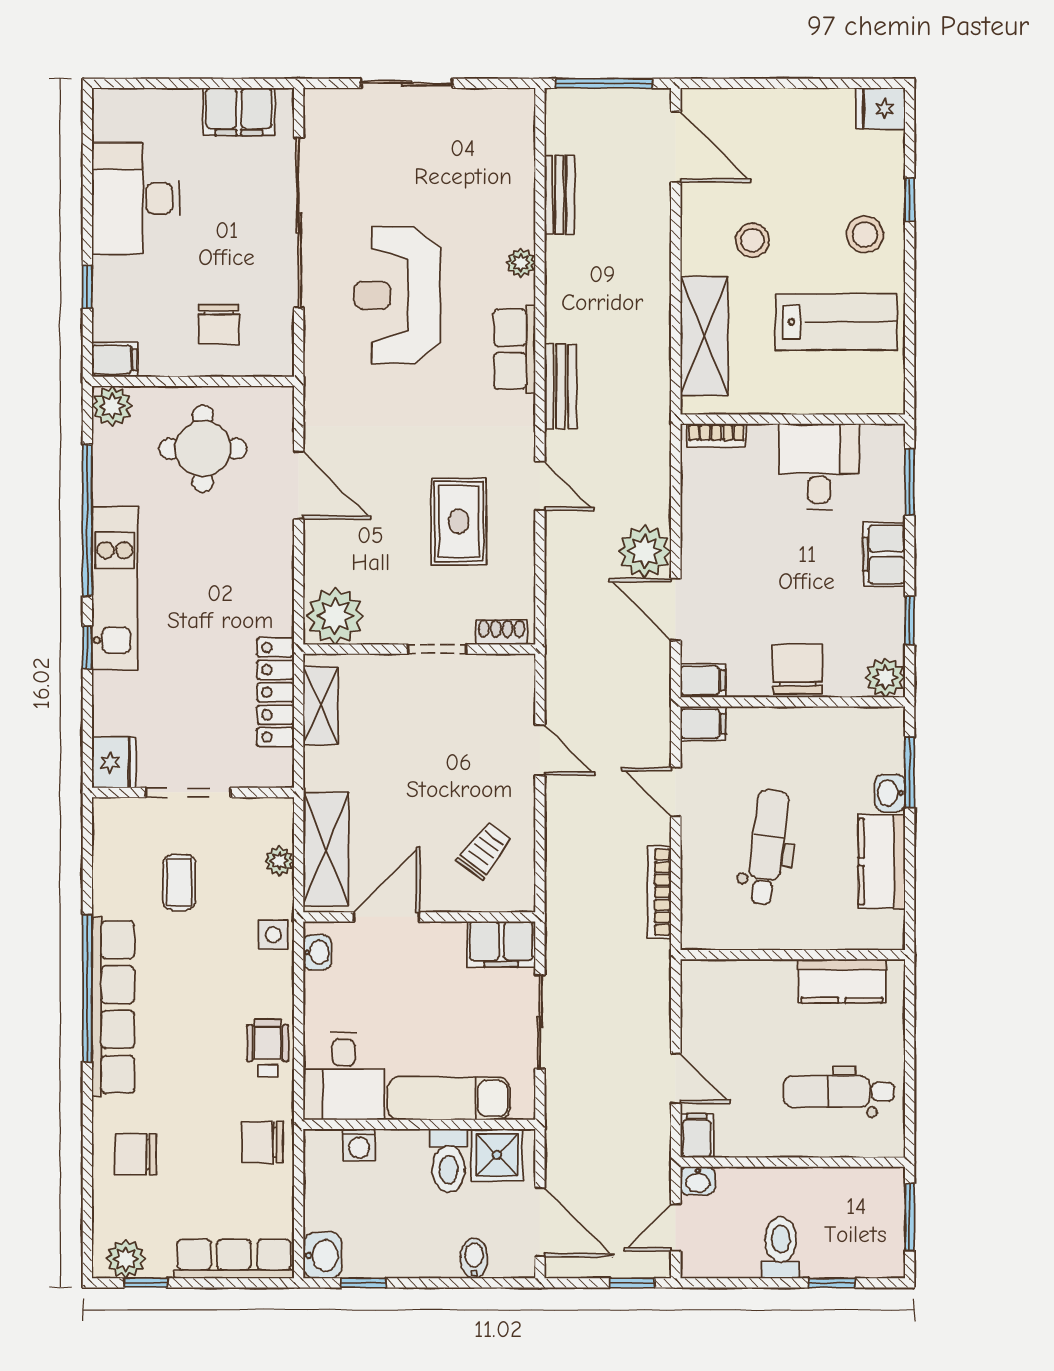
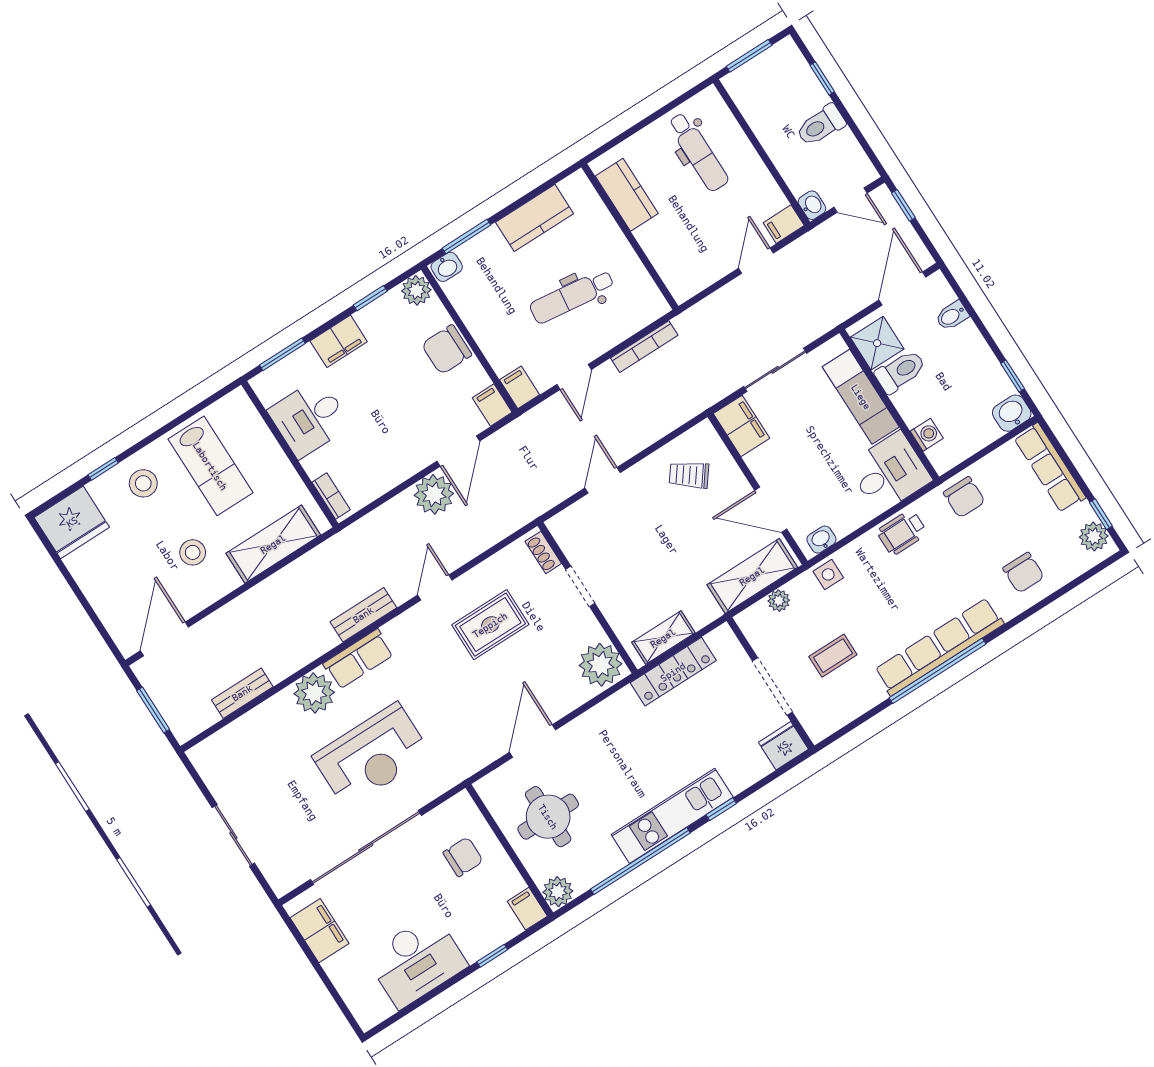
window: (604, 83) -> (153, 710), width x0.69
fridge: (881, 108) -> (72, 522), width x1.88, depth x1.34
plant: (521, 263) -> (314, 693), width x1.88, depth x1.88
lab bench: (836, 322) -> (210, 466), turned 180
washbasin: (890, 793) -> (447, 267), moved

